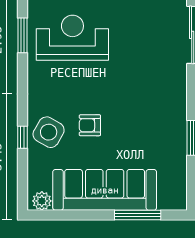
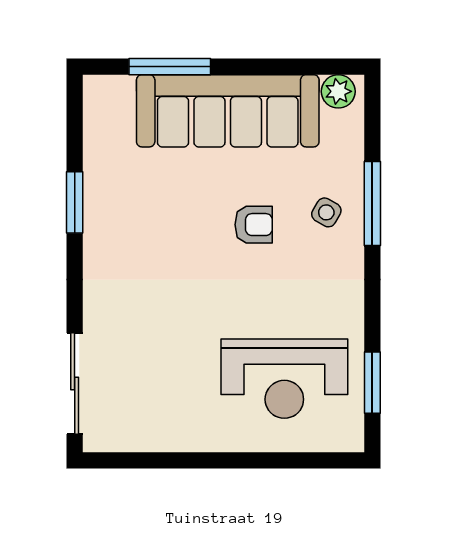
side table: (49, 132) -> (326, 212), width x0.54, depth x0.54
window: (22, 137) -> (372, 203), width x2.17

